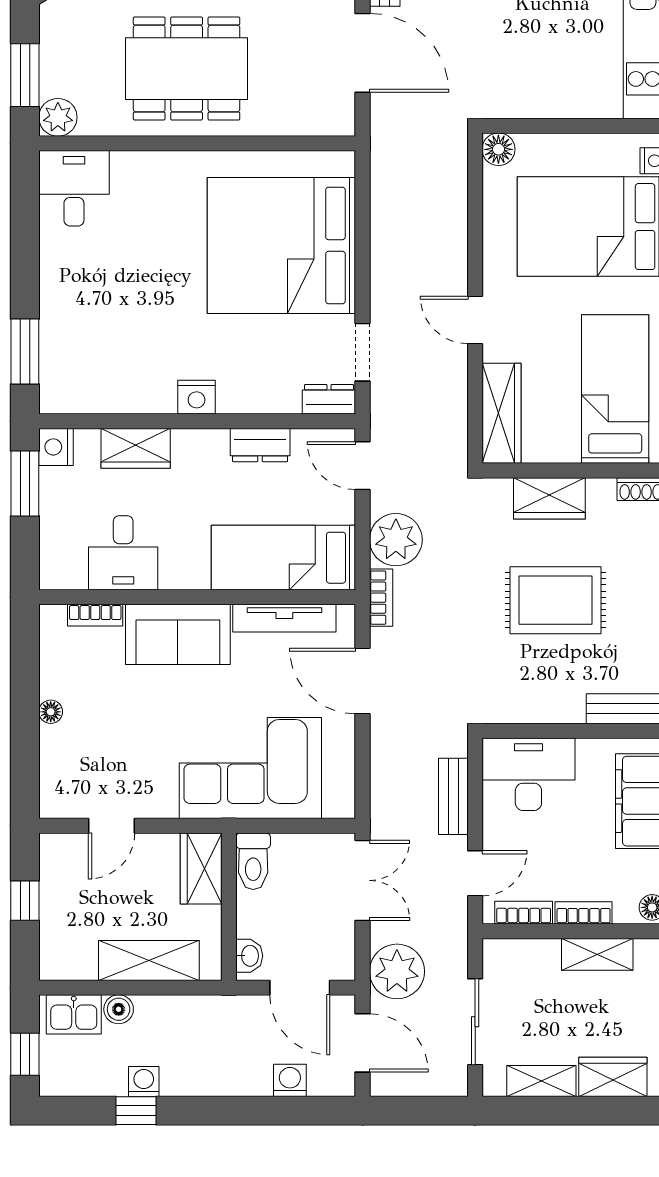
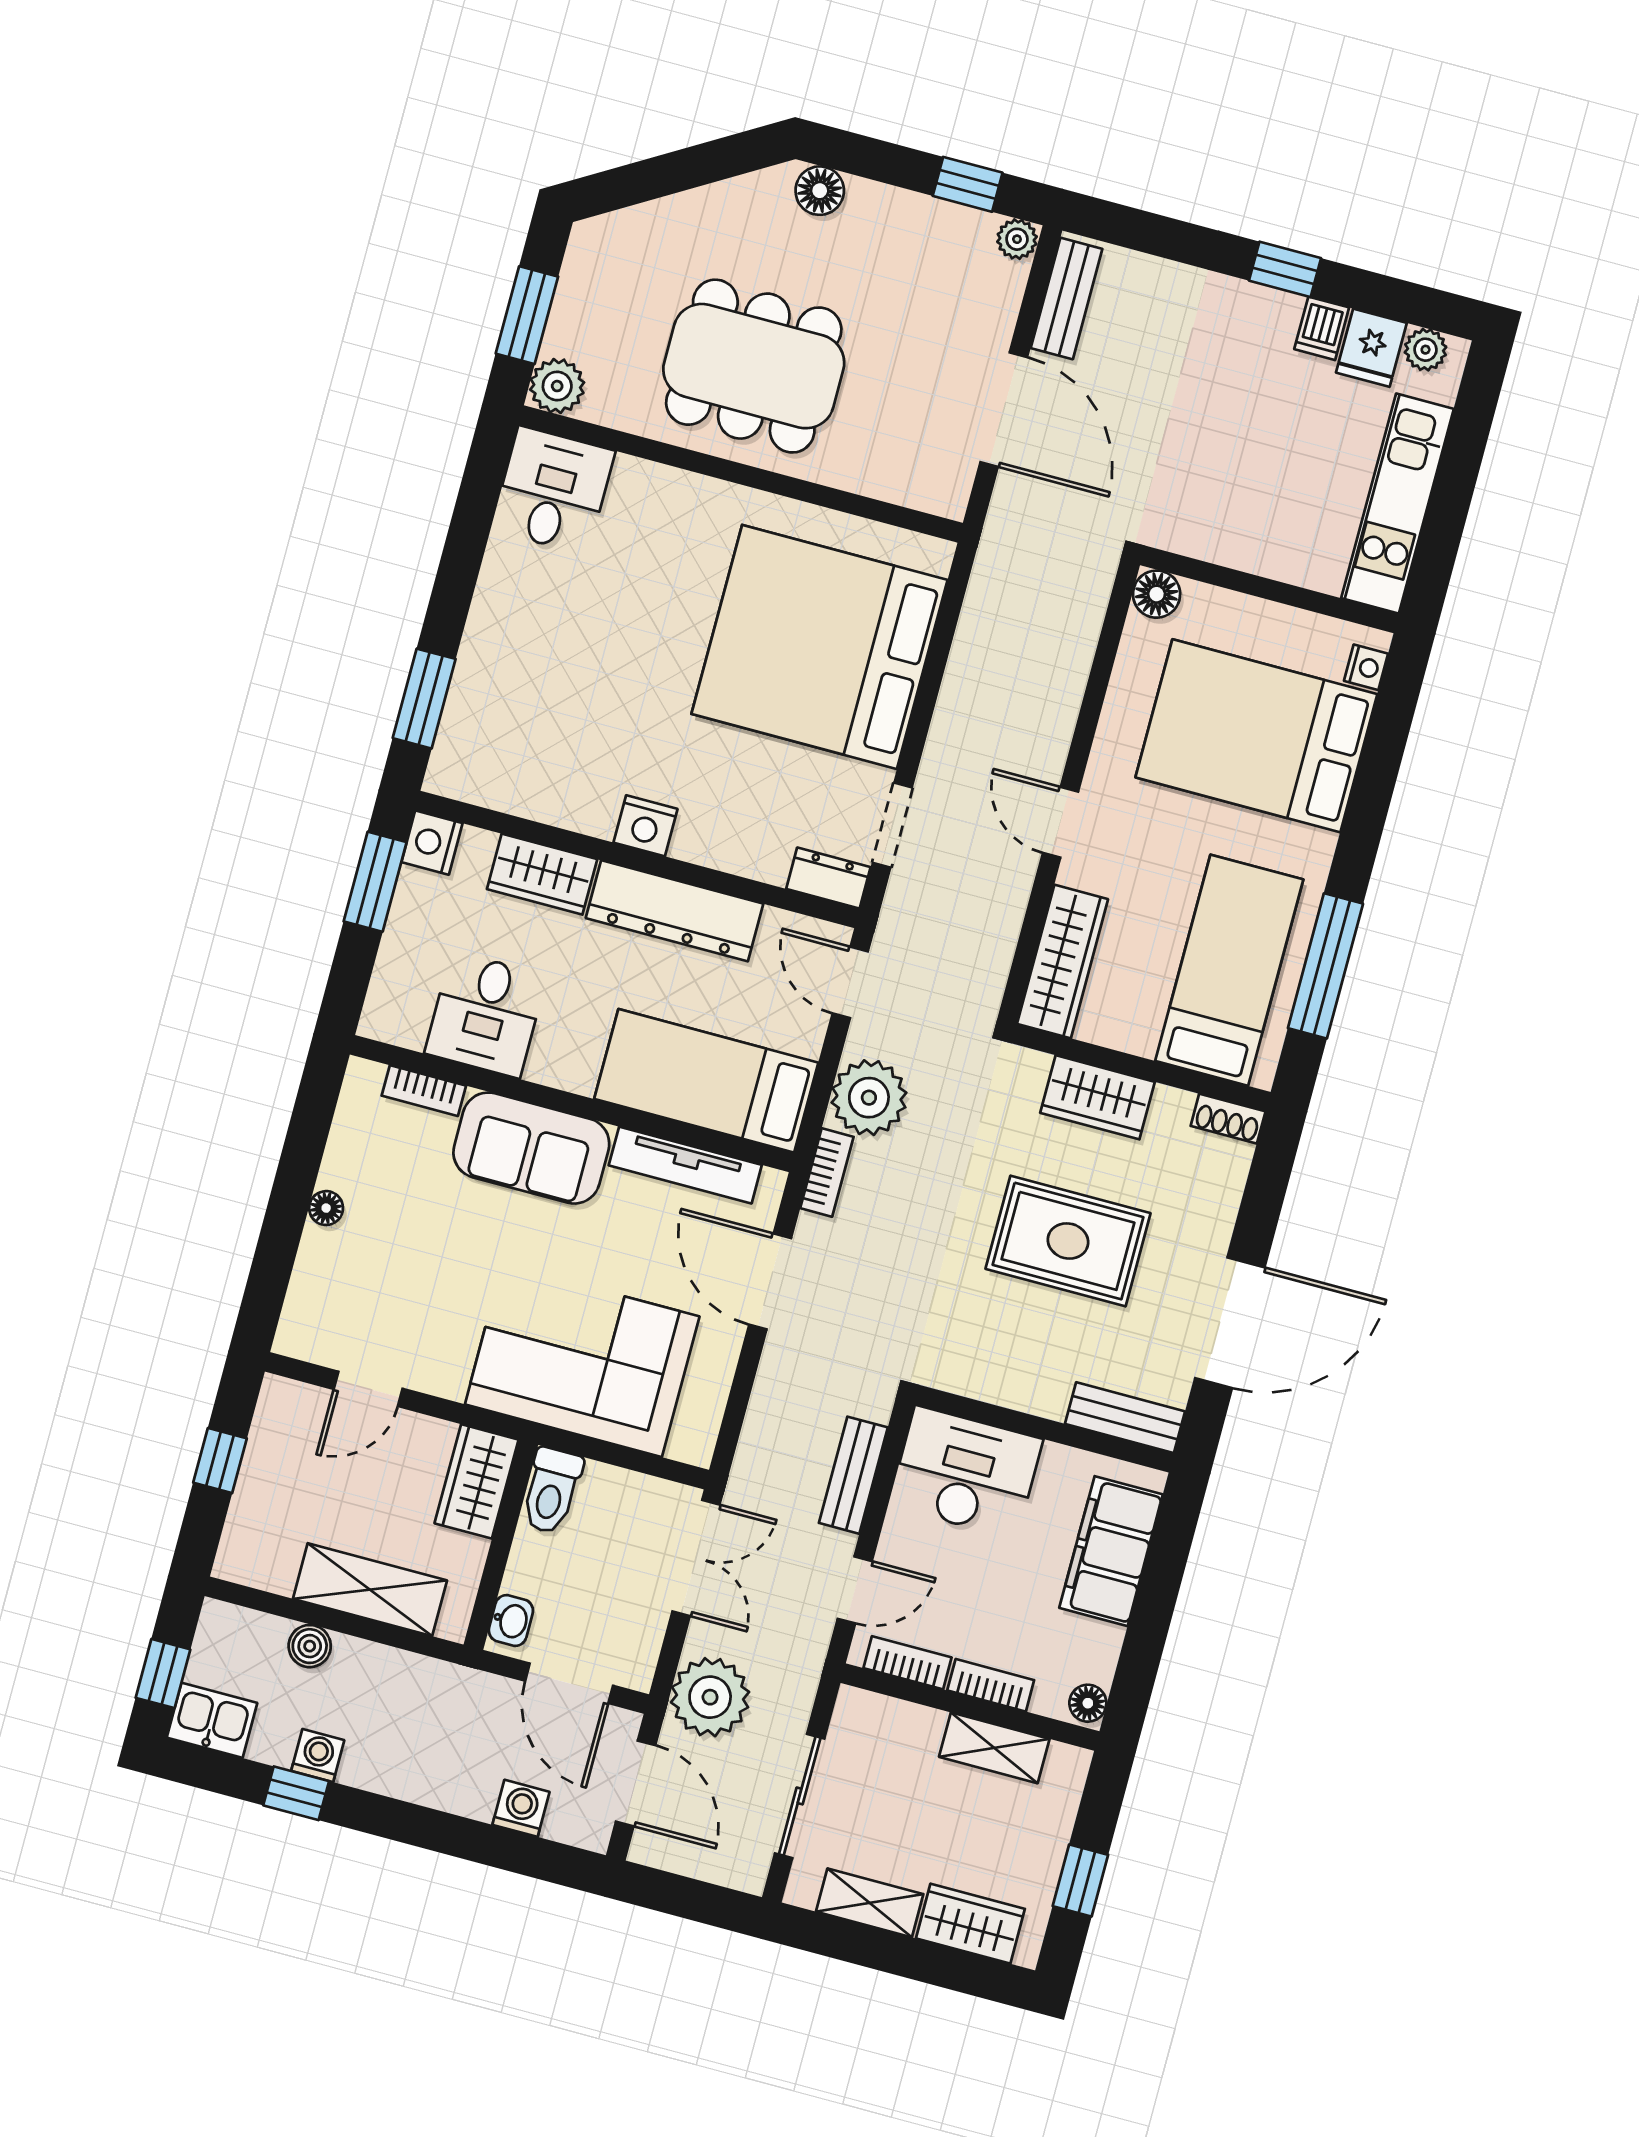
dresser: (260, 445) -> (674, 911), width x1.96, depth x1.24
kitchen sink: (74, 1014) -> (212, 1720), moved, turned 180

